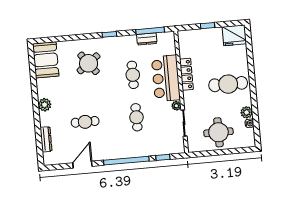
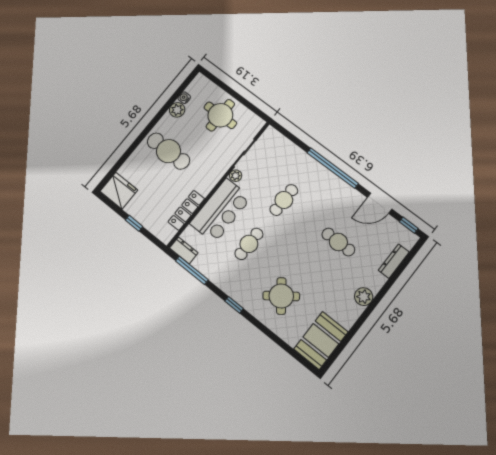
dresser: (147, 39) -> (184, 250), moved
locker: (186, 74) -> (186, 210), moved
window: (163, 157) -> (409, 225), moved

